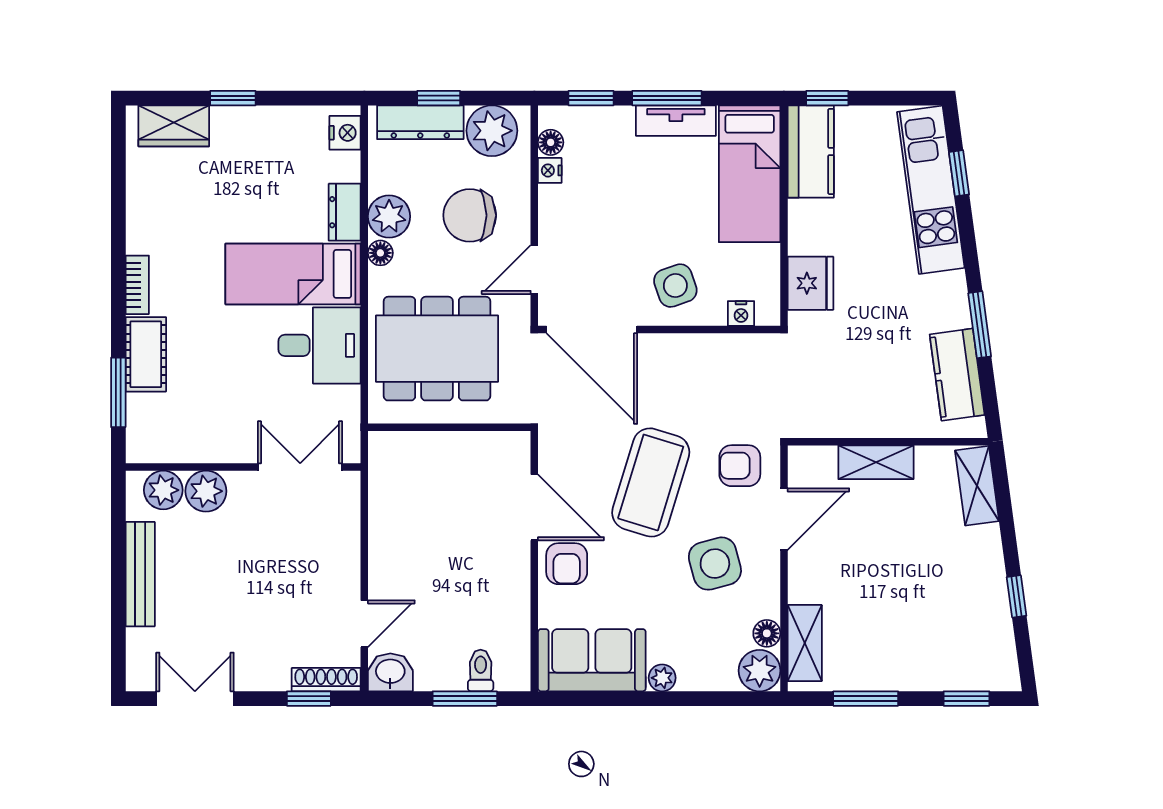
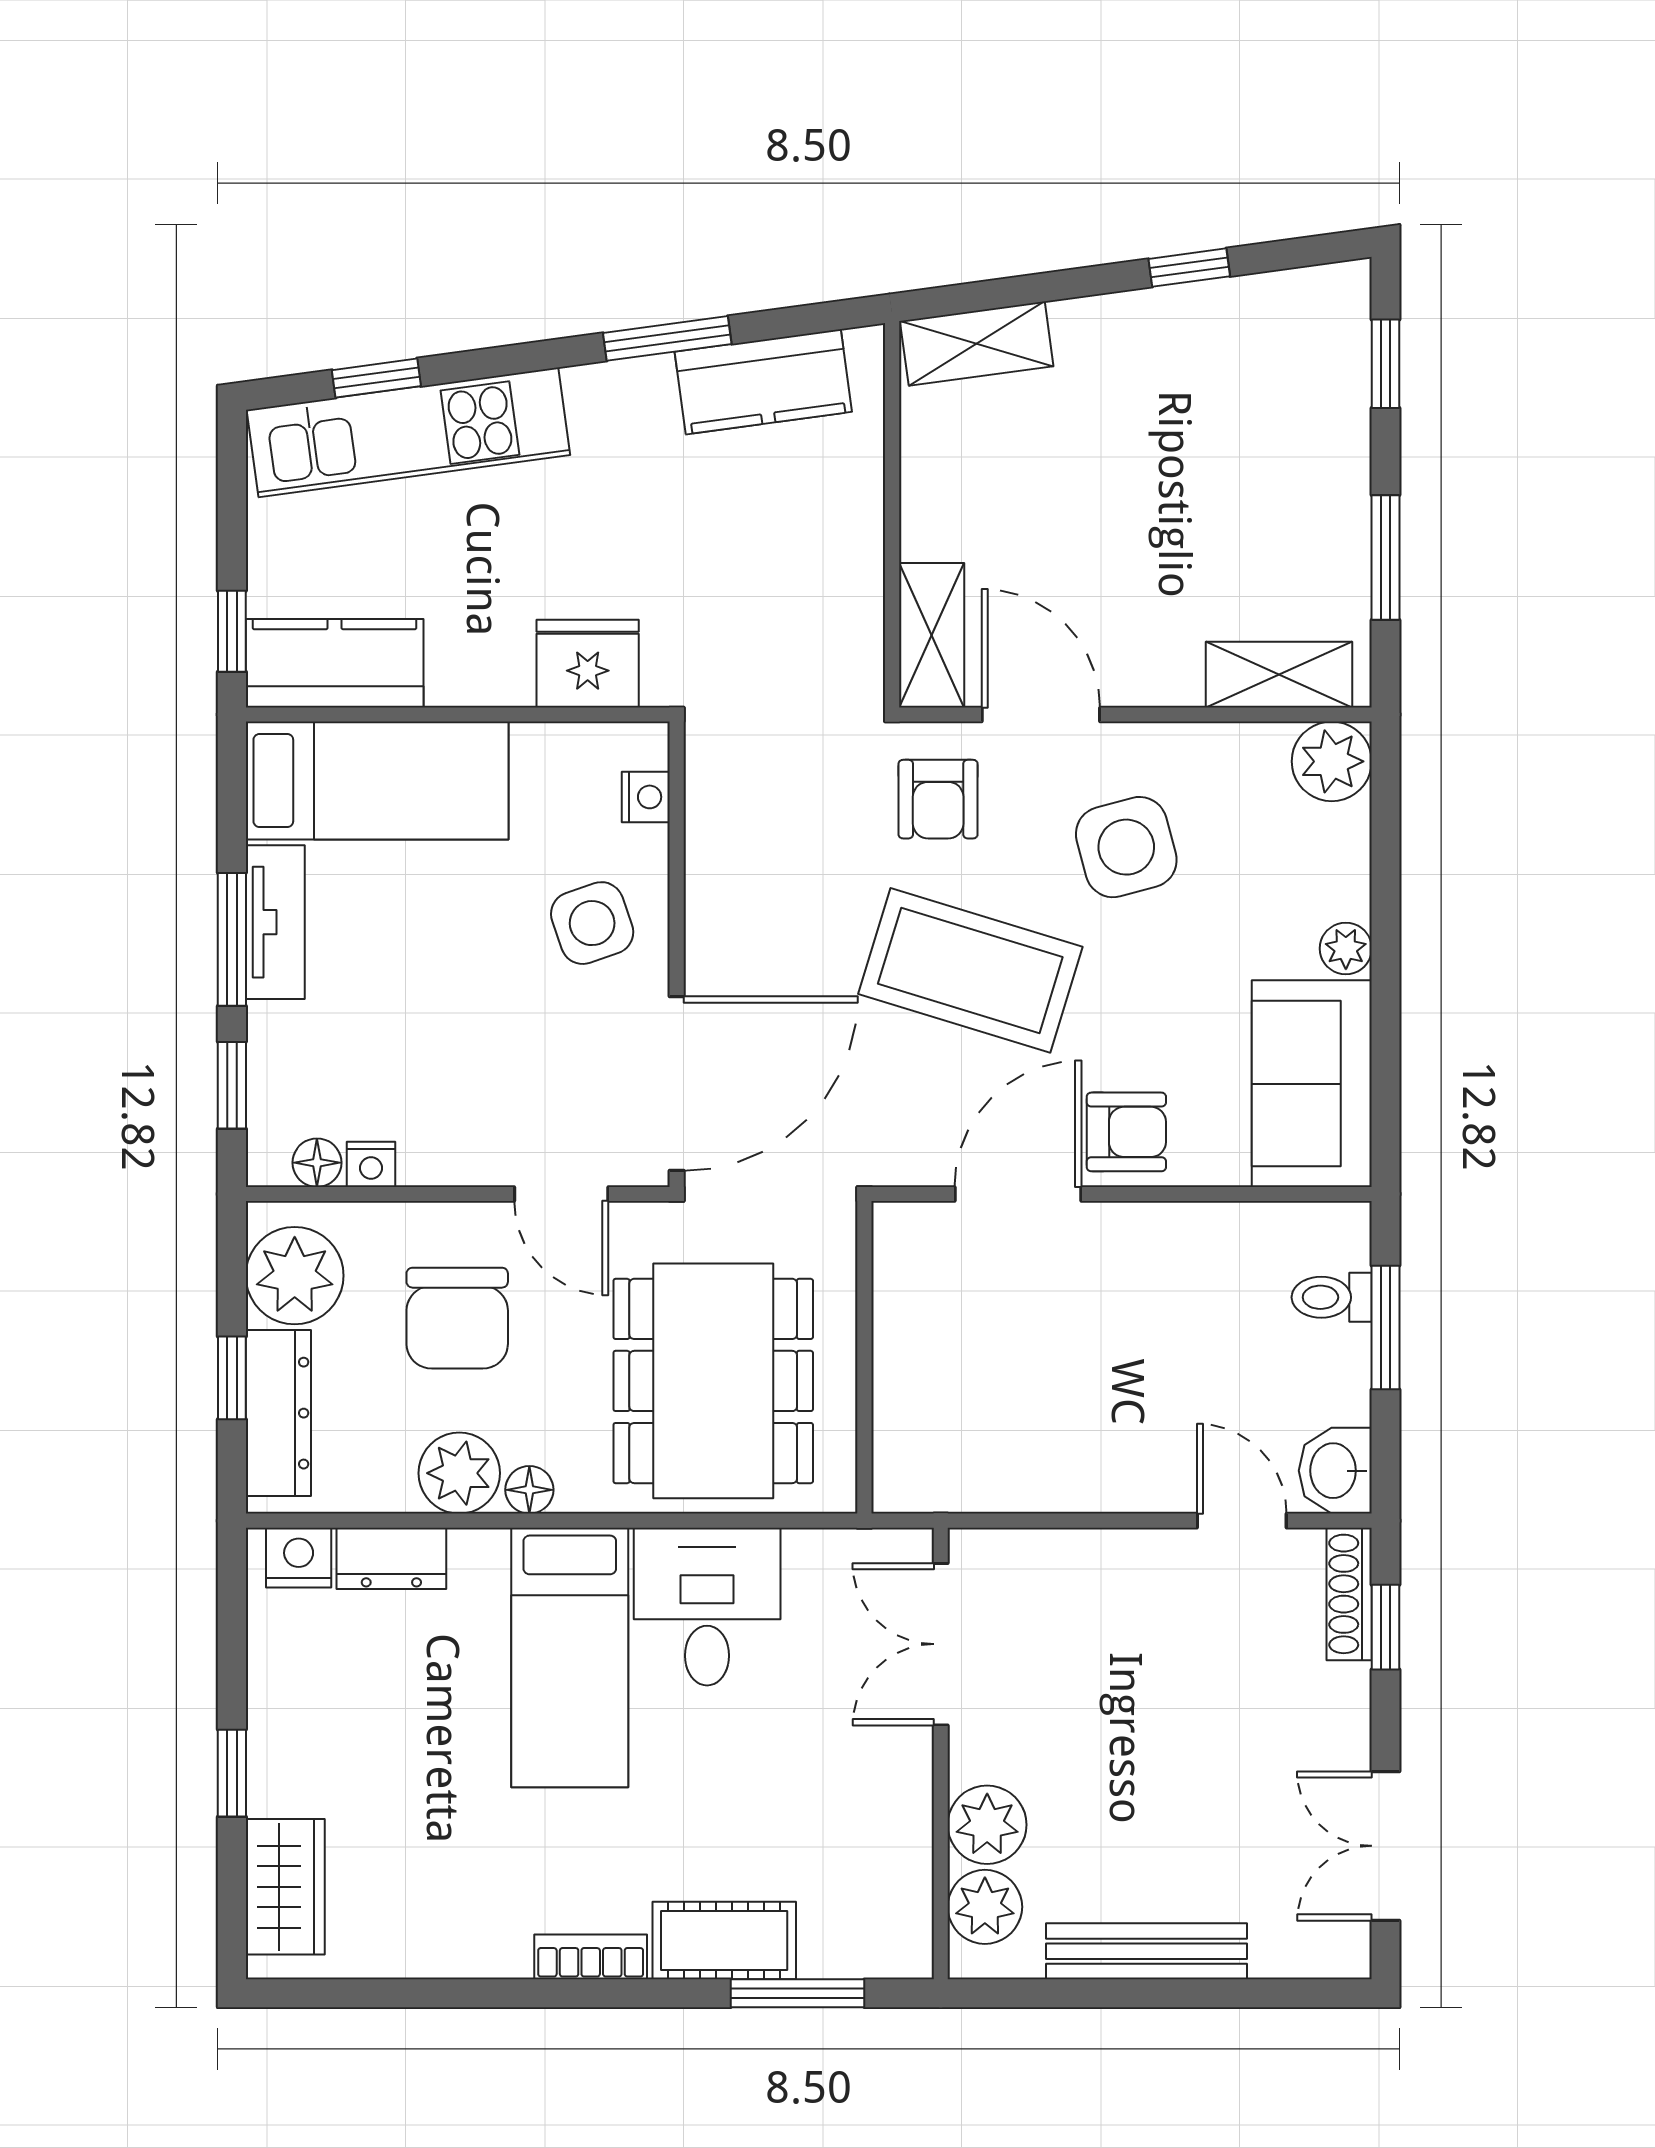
dresser: (345, 212) -> (391, 1558), moved
shelving: (876, 462) -> (932, 635), moved
floor lamp: (767, 633) -> (1260, 747), removed

